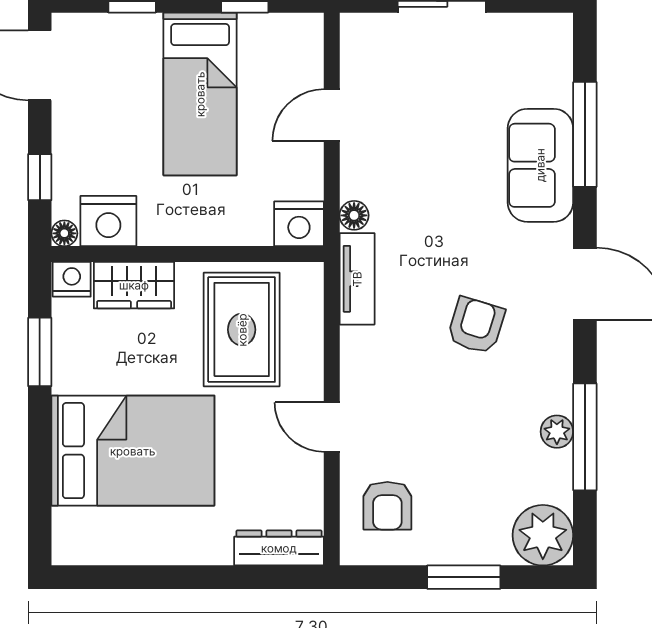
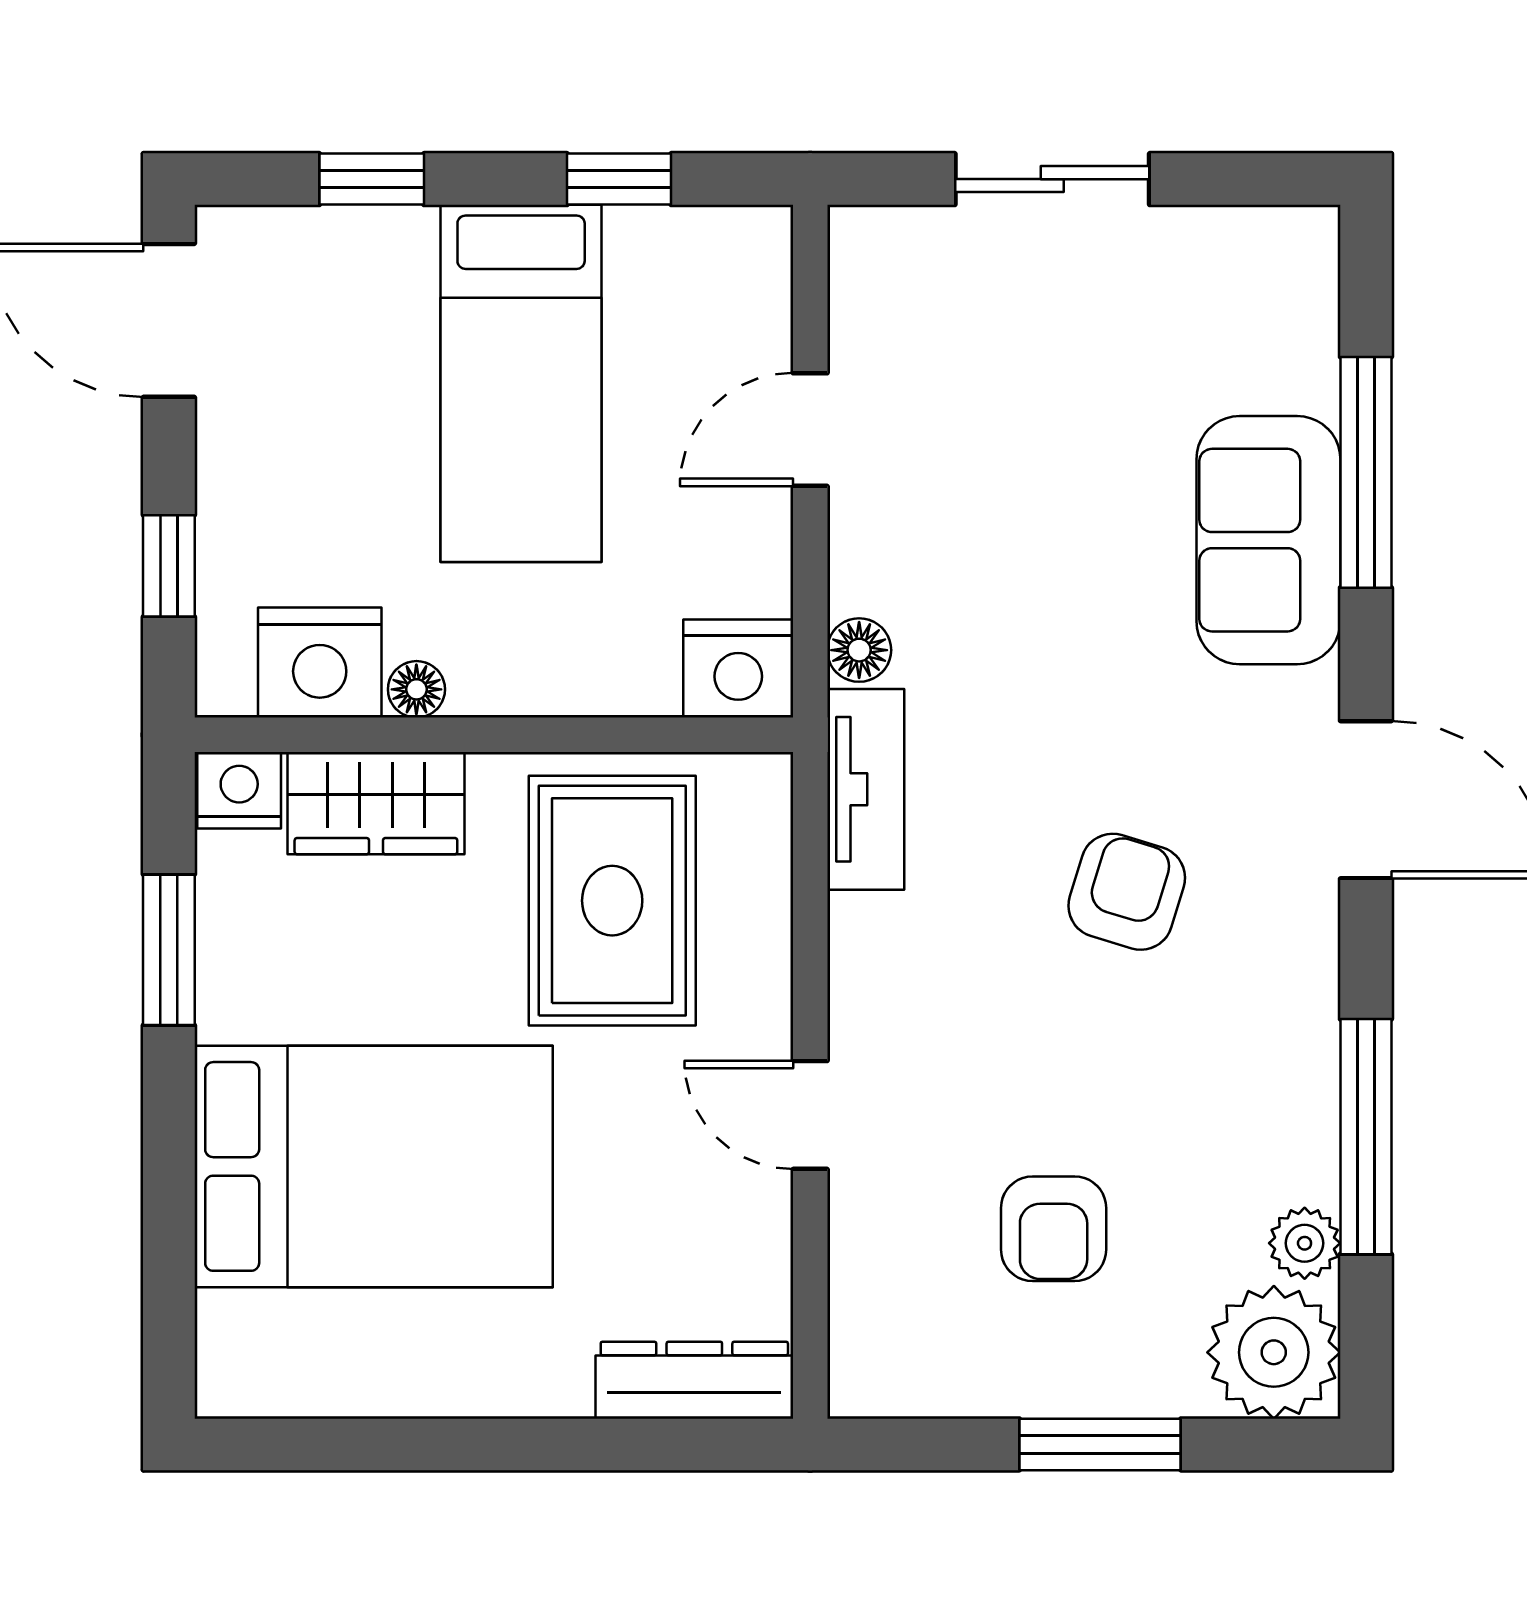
floor lamp: (64, 233) -> (416, 689), moved
plant: (557, 432) -> (1305, 1243), moved
armchair: (387, 506) -> (1054, 1229), moved

